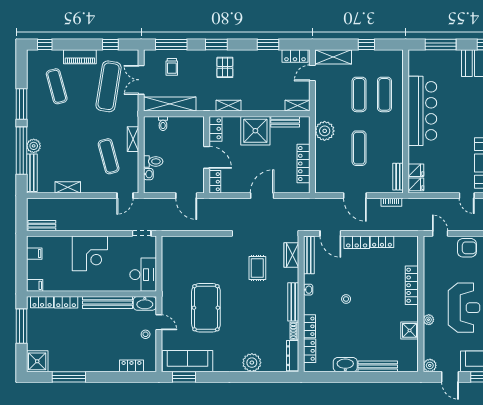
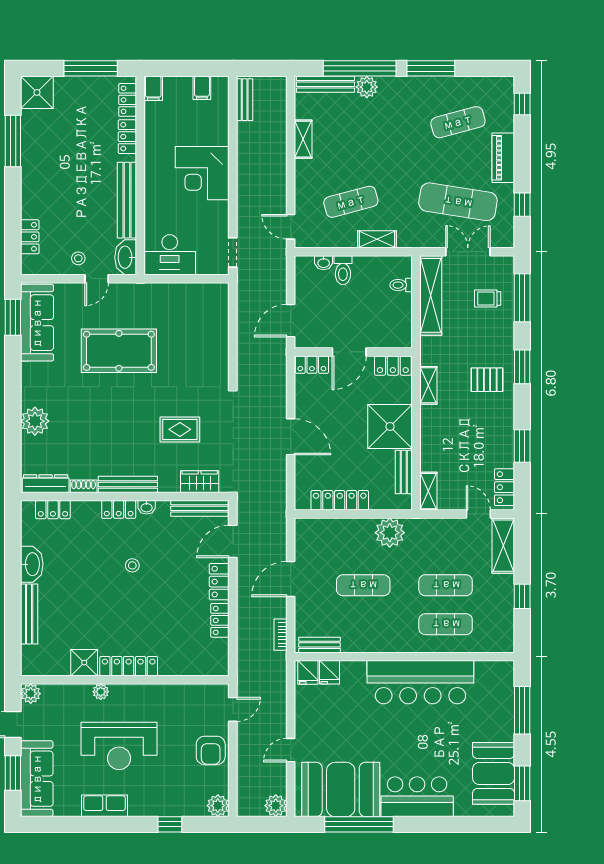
locker: (412, 285) -> (129, 666), moved
locker: (310, 326) -> (119, 509), moved

